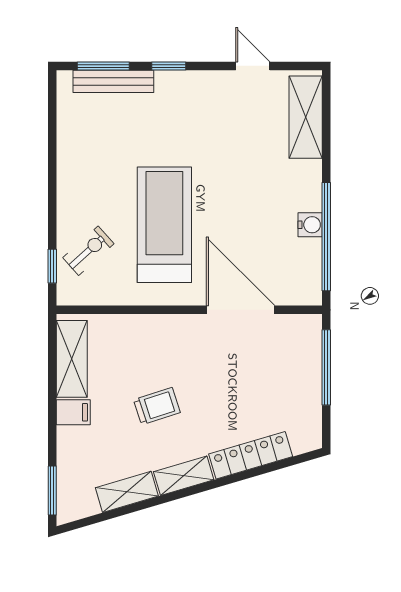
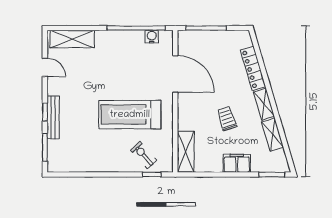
door: (253, 66) -> (45, 67), swing flipped
bench: (113, 81) -> (53, 117), moved
water cooler: (310, 225) -> (152, 37), moved
door: (240, 310) -> (175, 74), swing flipped
shelving: (72, 359) -> (186, 152), moved, turned 90
filing cabinet: (73, 412) -> (237, 163), width x2.00

